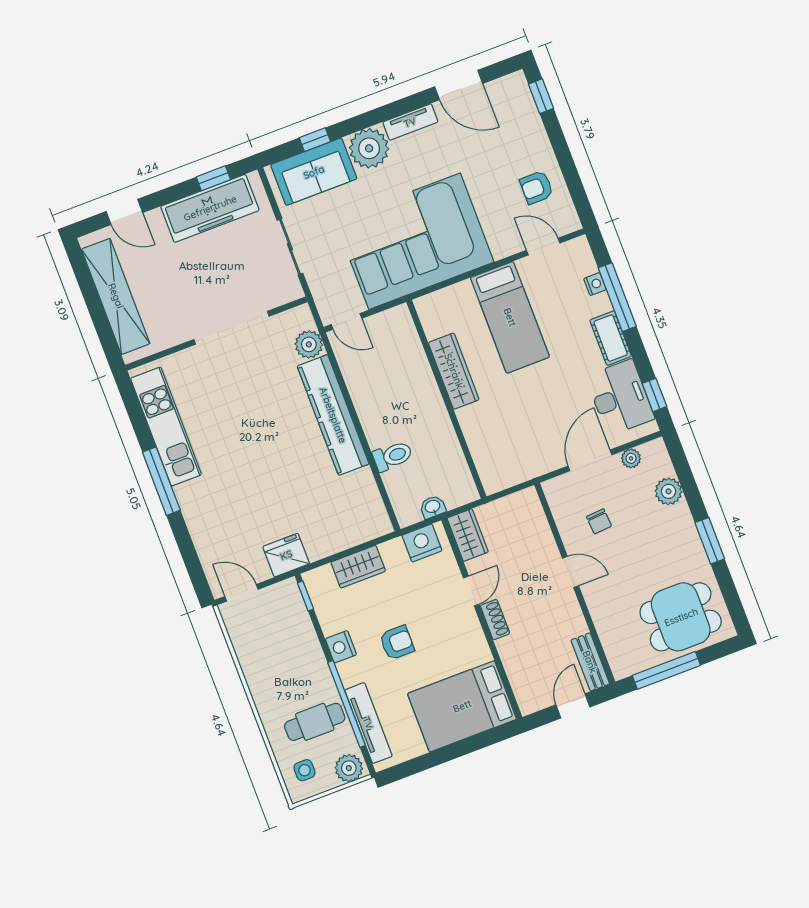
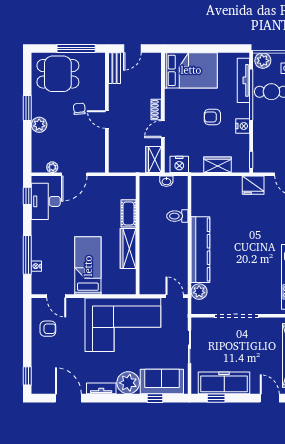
cot: (611, 338) -> (129, 213), moved
plant: (669, 491) -> (39, 125), moved
chair: (599, 521) -> (79, 109), moved

